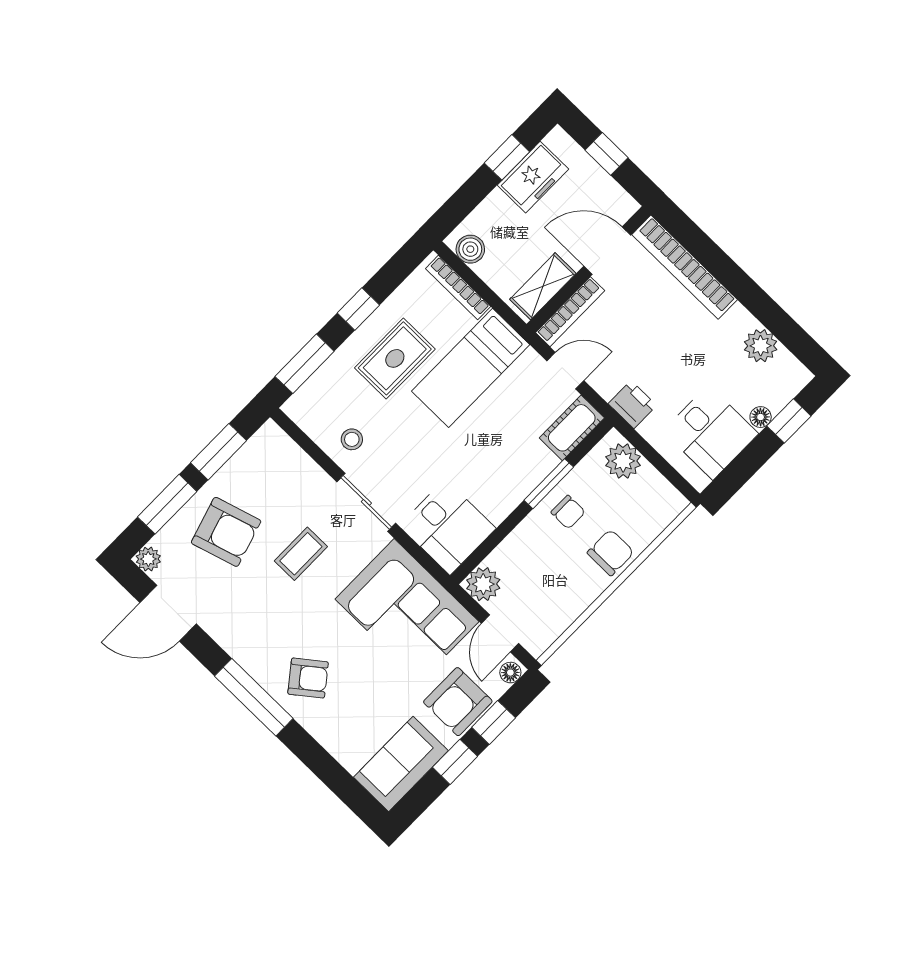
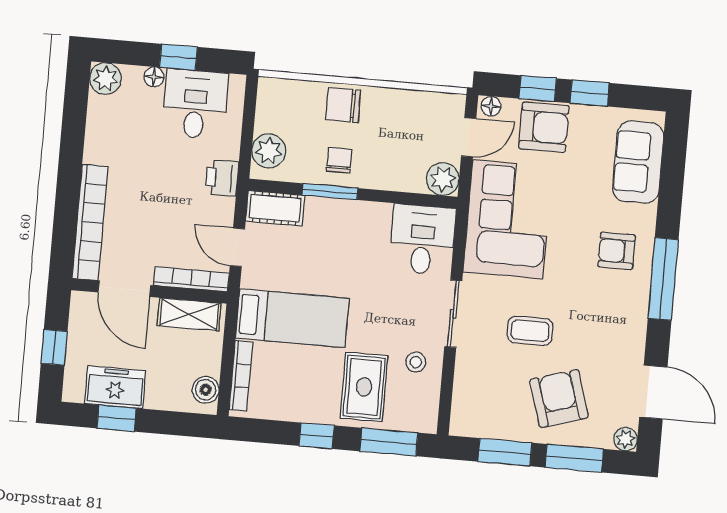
plant: (761, 346) -> (105, 78), moved
rug: (395, 358) -> (364, 387), moved, turned 90
window: (789, 421) -> (178, 57), moved
armchair: (308, 678) -> (617, 251), turned -52
sofa: (401, 764) -> (638, 162), moved, turned 90

